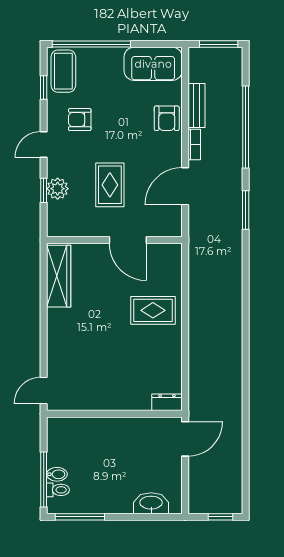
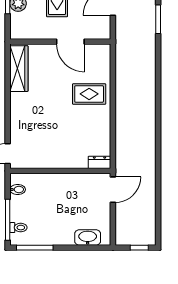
bidet: (57, 474) -> (18, 189), moved

